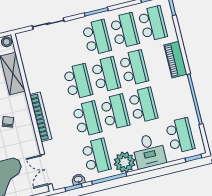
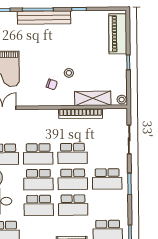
school desk: (125, 31) -> (107, 205), removed
bookcase: (41, 117) -> (81, 114), moved

